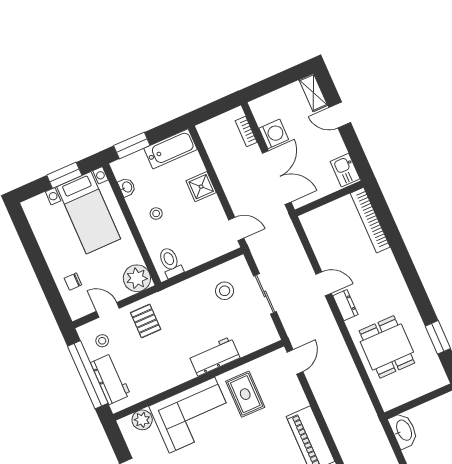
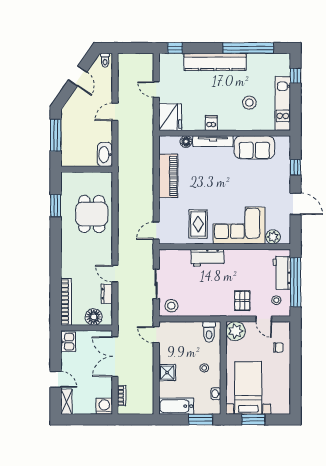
washing machine: (274, 134) -> (104, 406), moved, turned 90
floor lamp: (326, 216) -> (94, 317), added
stool: (225, 291) -> (171, 306), moved
dresser: (345, 305) -> (107, 294), moved

